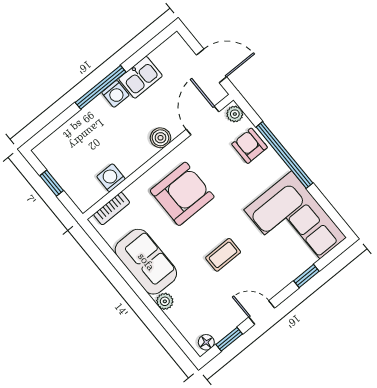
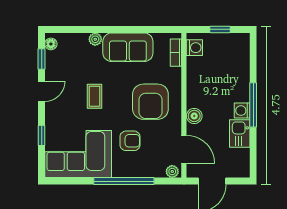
armchair: (250, 146) -> (130, 141), moved
washing machine: (111, 178) -> (194, 48), moved

